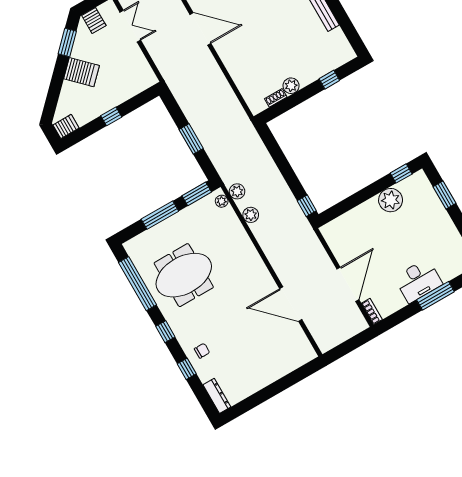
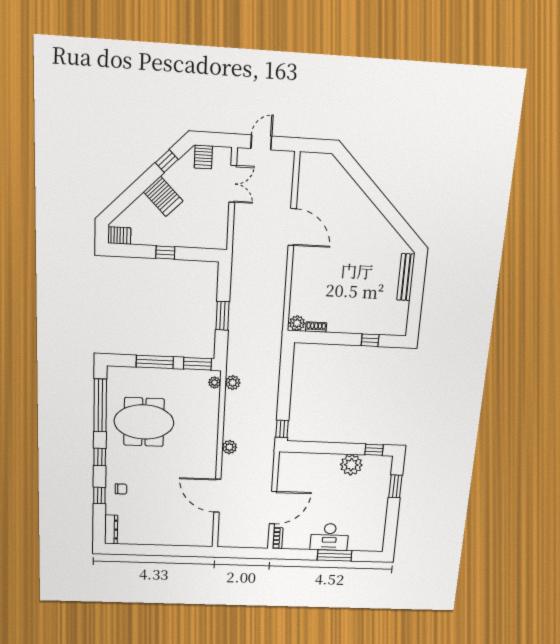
window: (67, 43) -> (167, 161), width x0.67
plant: (291, 86) -> (297, 323), moved
plant: (251, 215) -> (229, 447), moved

